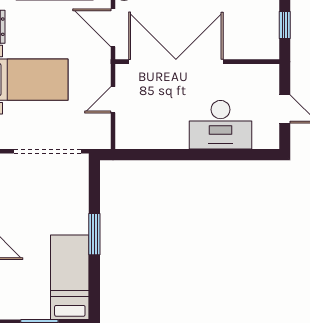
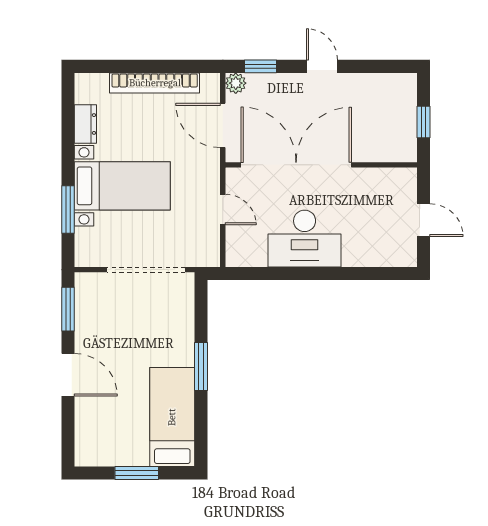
door: (113, 100) -> (223, 210), swing flipped
desk: (220, 125) -> (305, 239), moved

